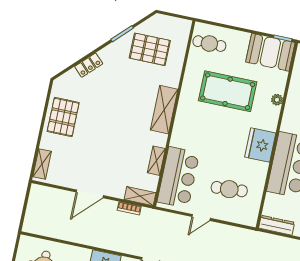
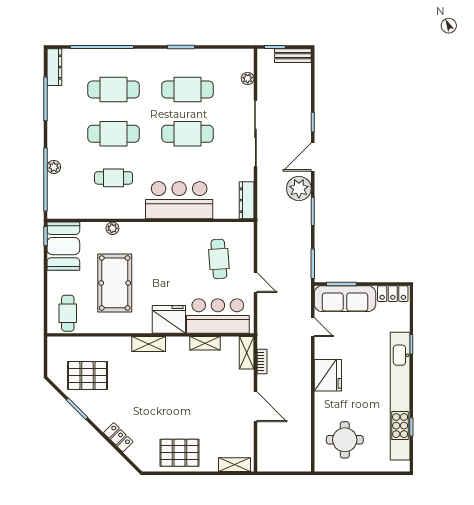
pallet: (150, 49) -> (87, 376), turned 90
shelving: (164, 110) -> (149, 344), width x0.67, depth x0.75
fridge: (260, 145) -> (169, 319), moved, turned 180

